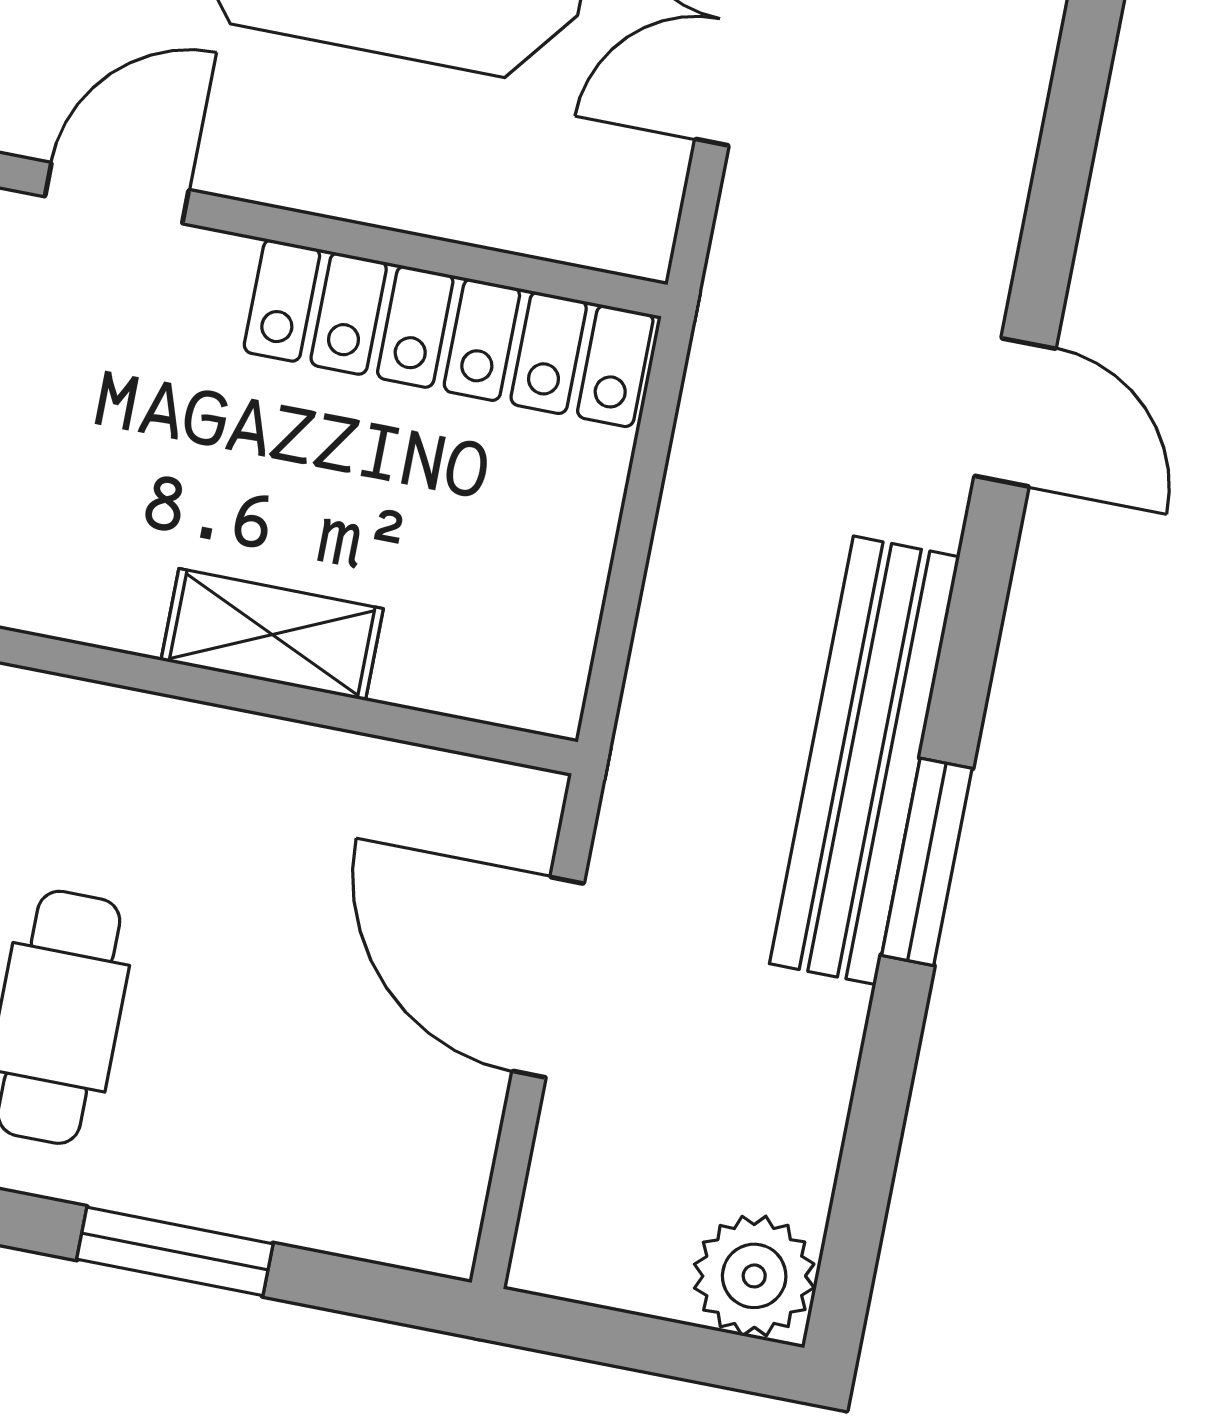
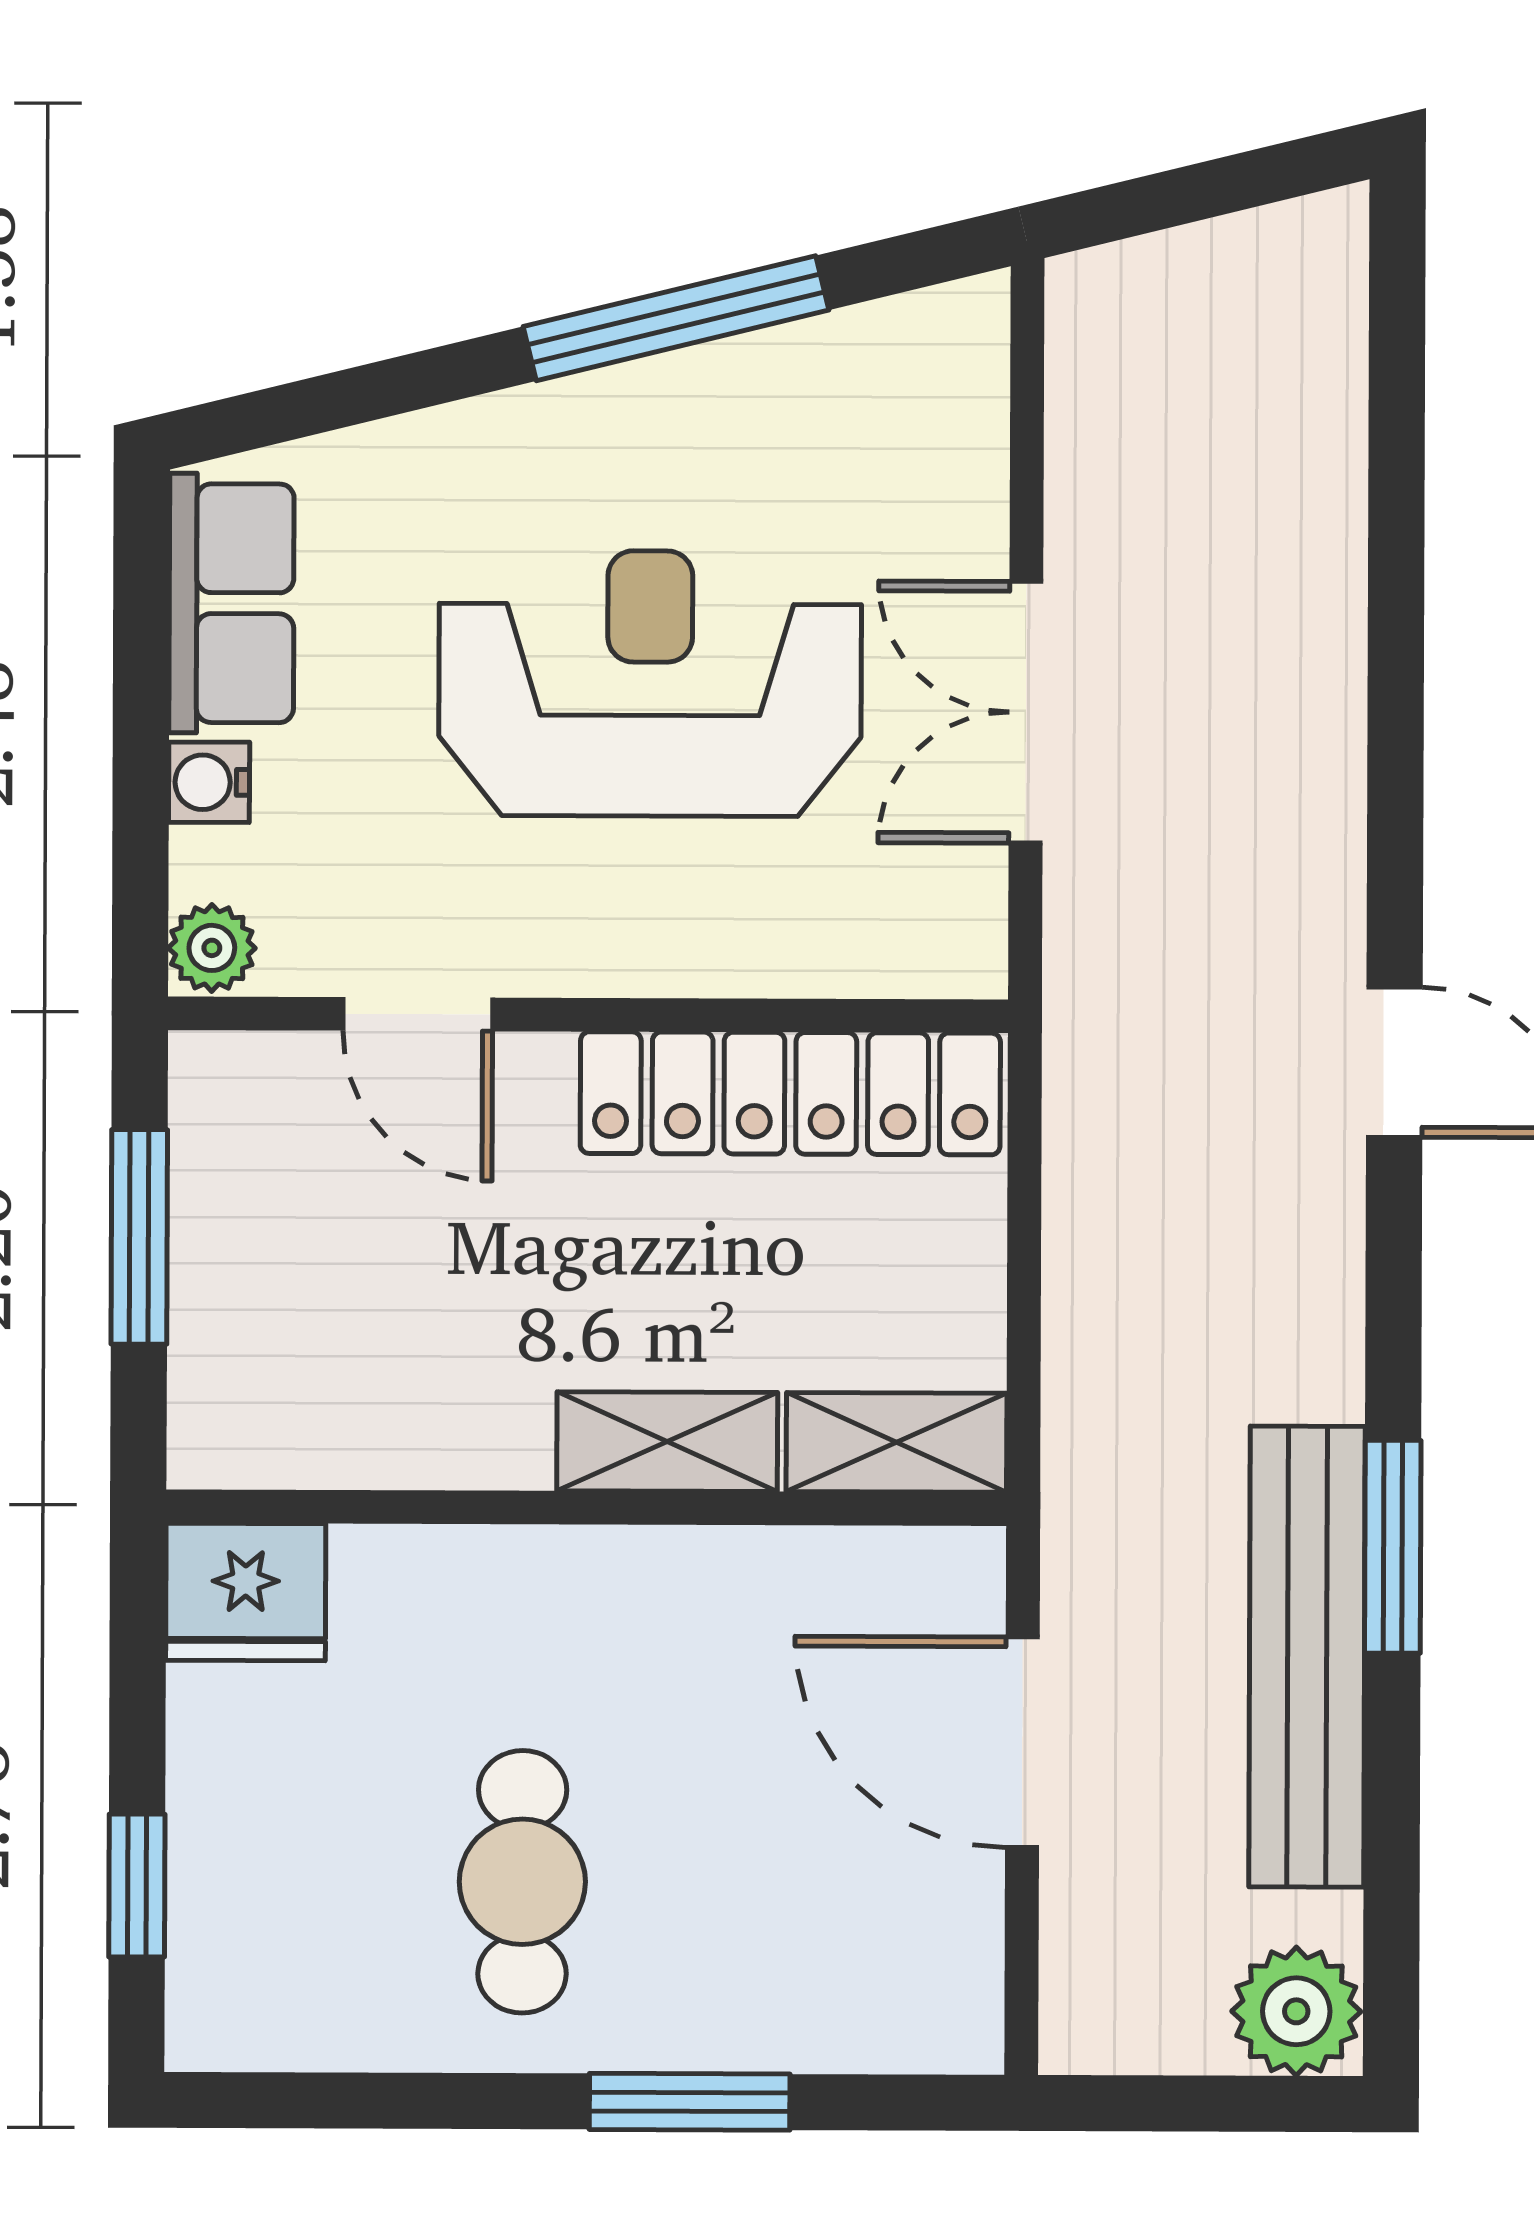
door: (117, 193) -> (418, 1014), swing flipped
shelving: (485, 676) -> (897, 1442), added
bench: (865, 760) -> (1307, 1657), moved

